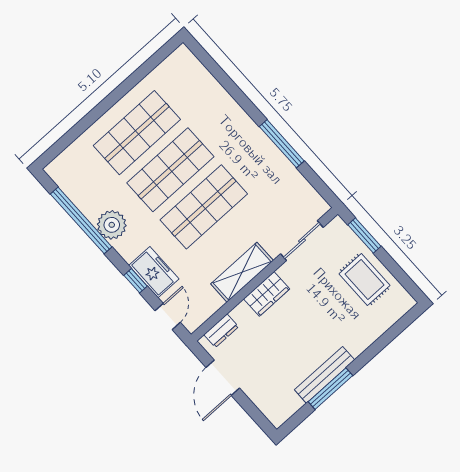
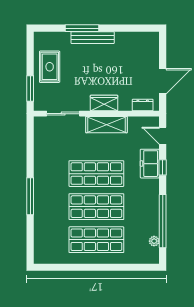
window: (282, 144) -> (30, 196), moved
plant: (112, 225) -> (154, 241), moved, width x0.53, depth x0.53
door: (168, 317) -> (163, 136), hinge flipped
bench: (325, 375) -> (93, 38), moved
window: (330, 389) -> (82, 28), moved

